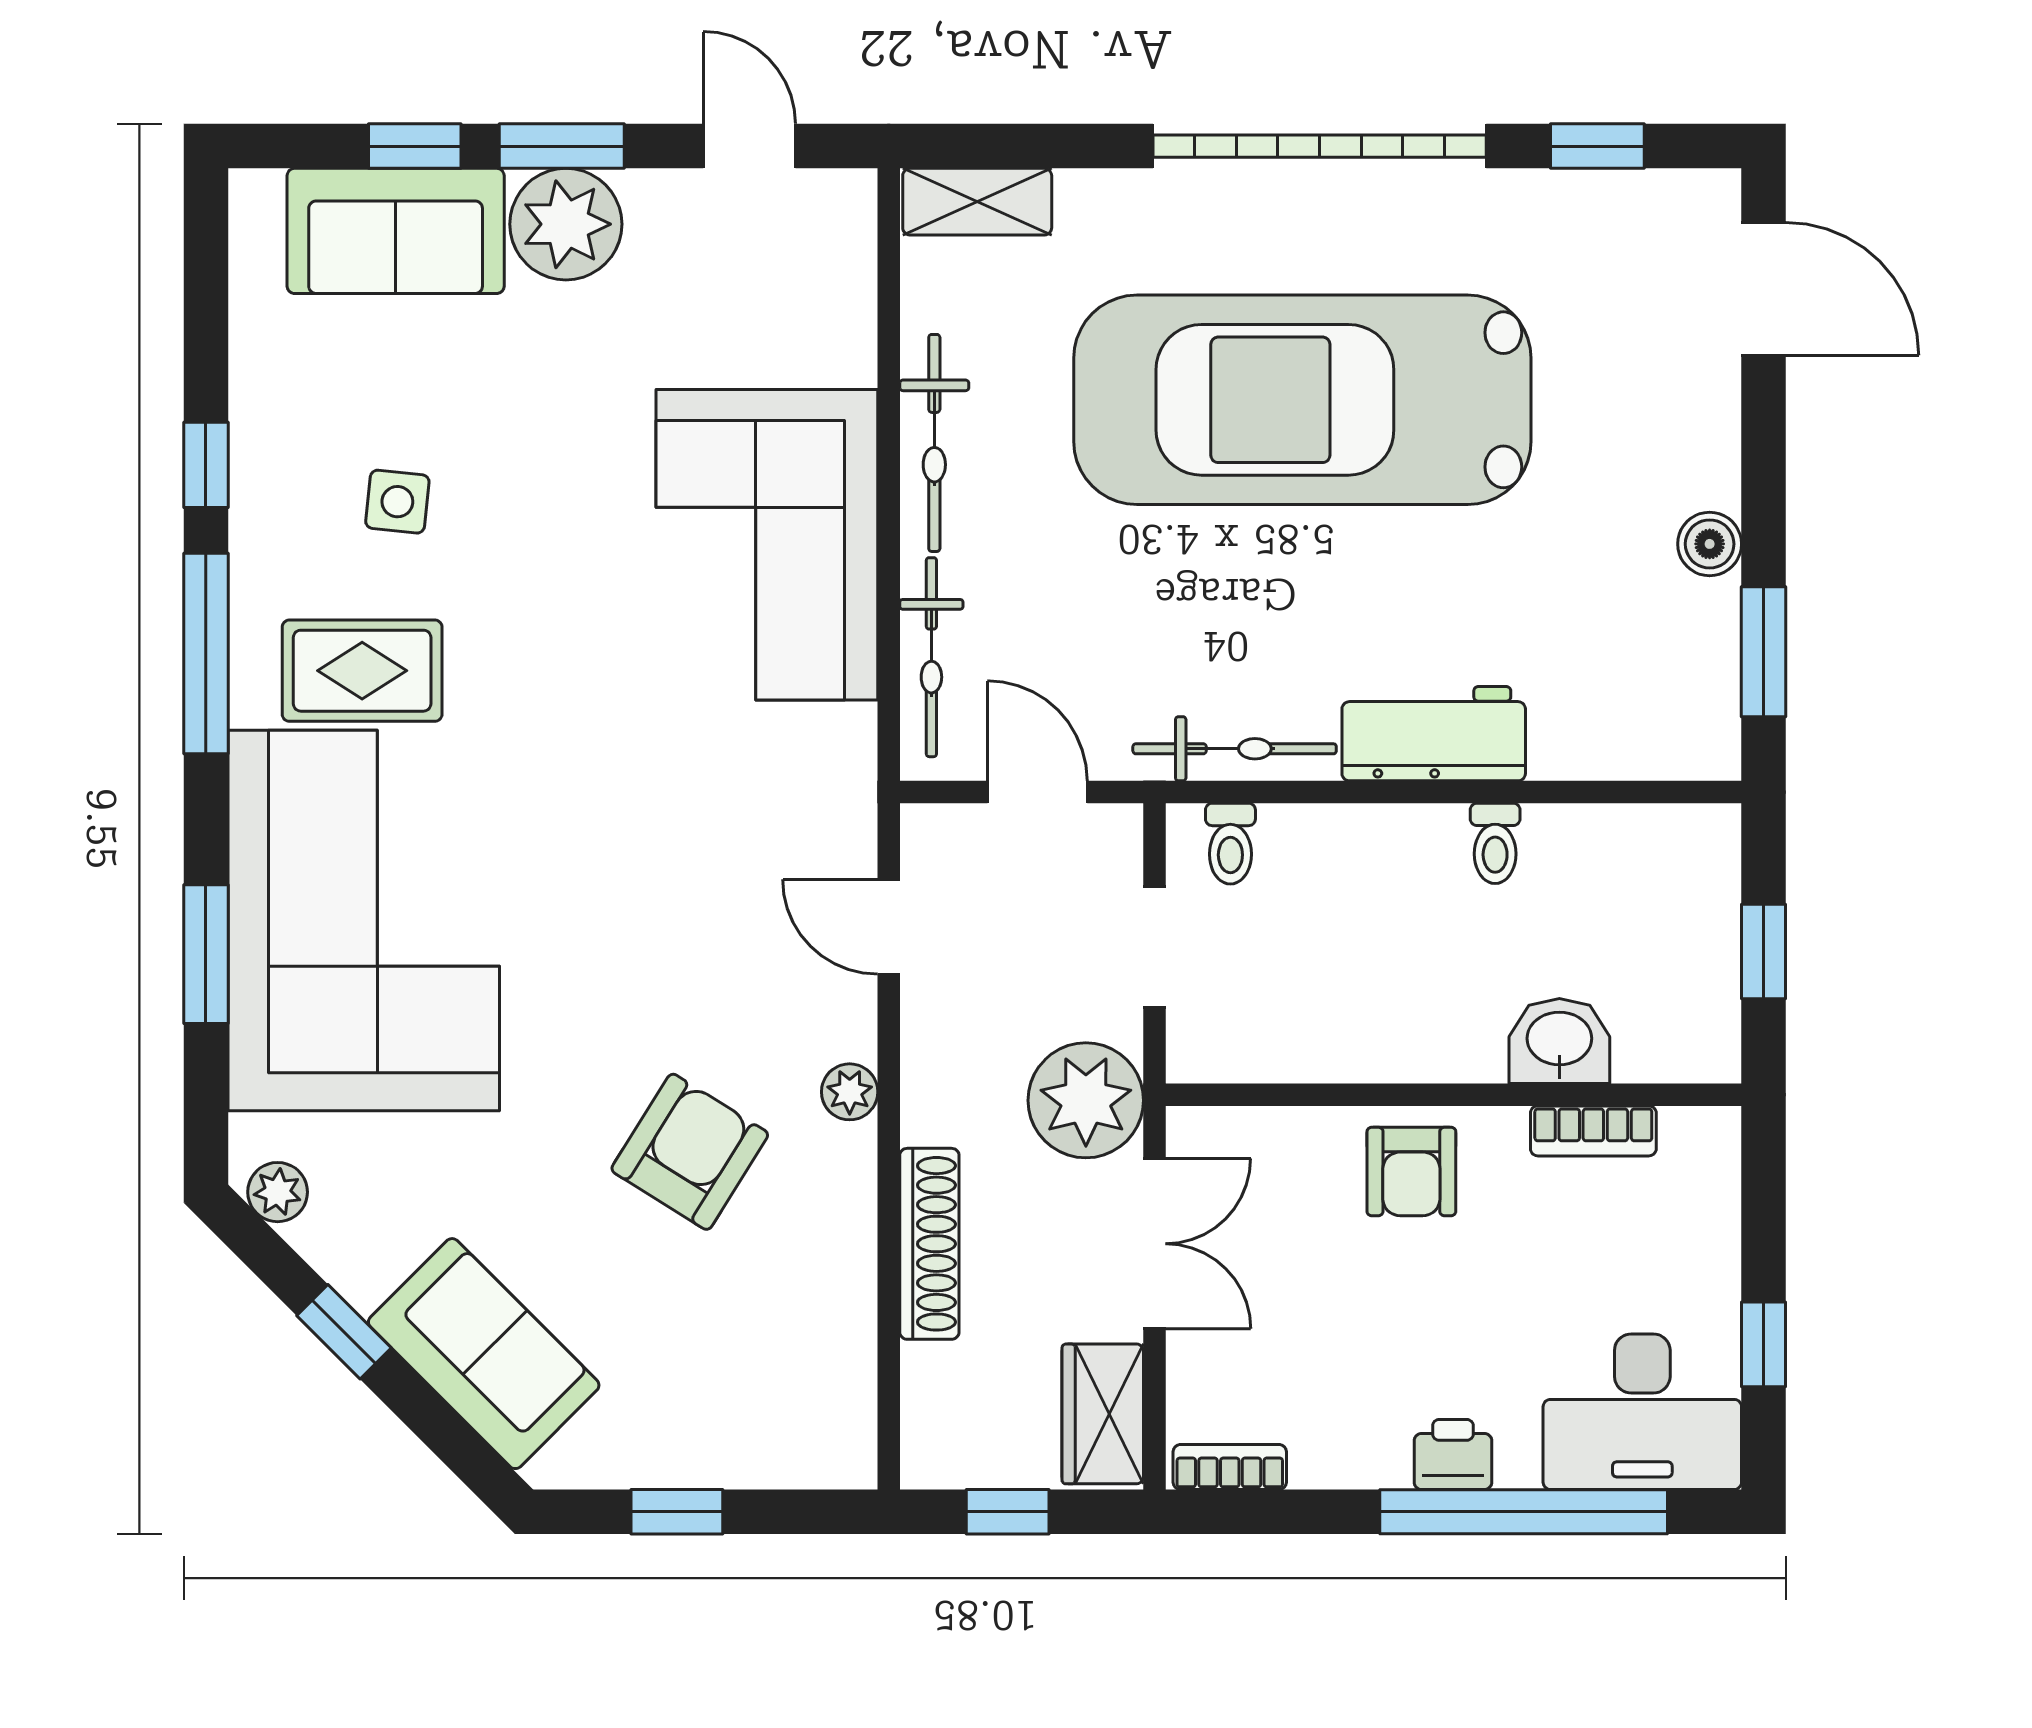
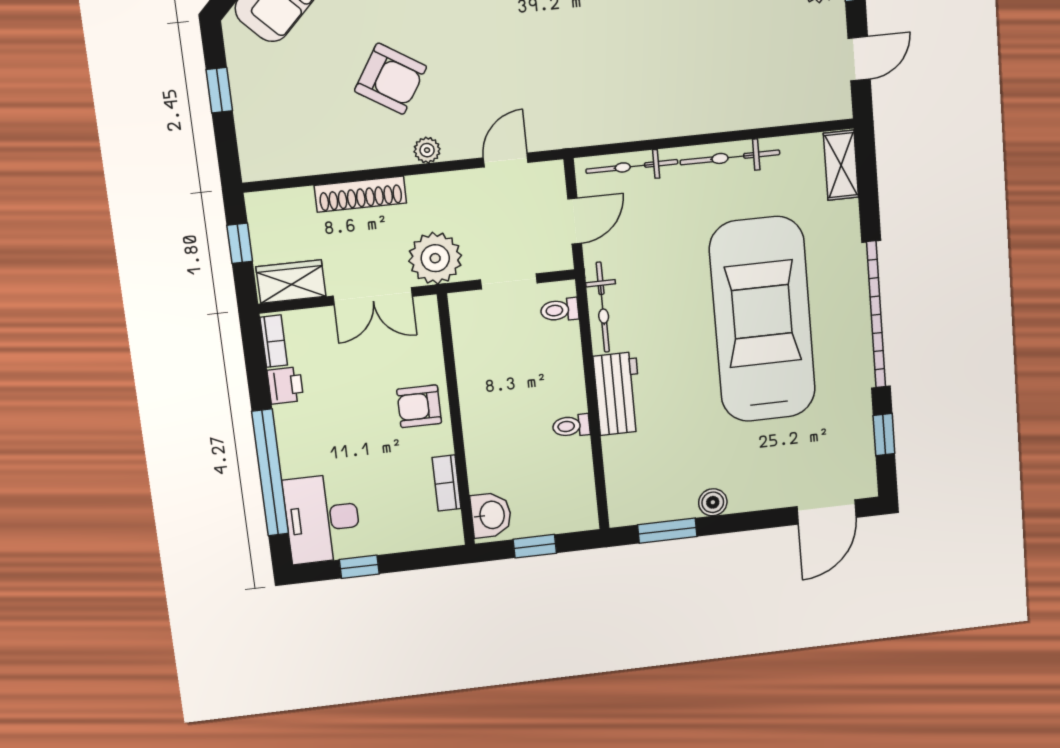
corner sofa: (767, 545) -> (677, 86), removed
washbasin: (1559, 1041) -> (491, 515), moved
printer: (1453, 1454) -> (285, 385), moved

